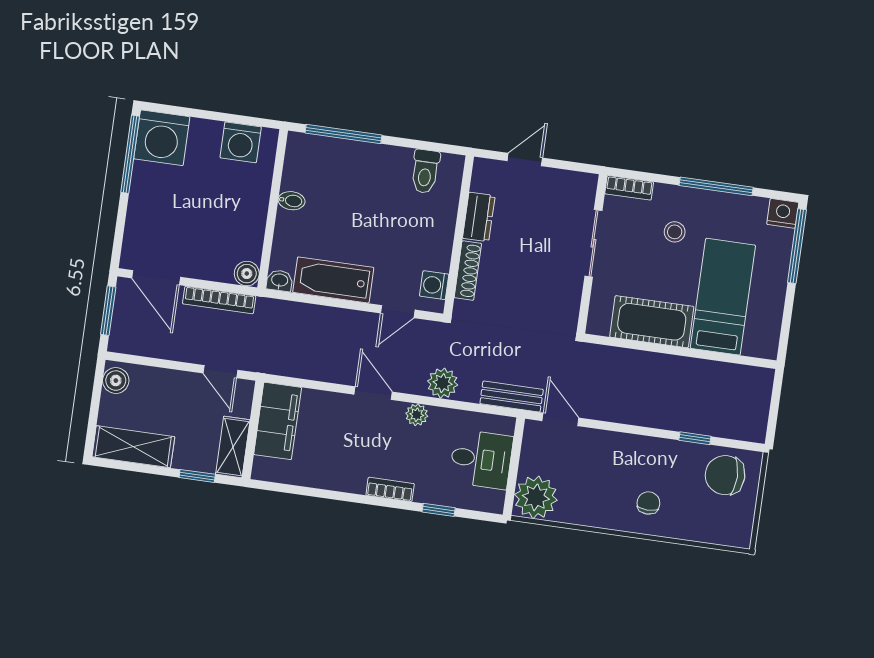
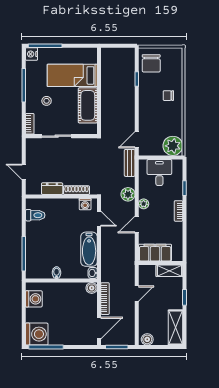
filing cabinet: (278, 421) -> (155, 253), moved
wall: (253, 430) -> (161, 263), moved
shelving: (233, 447) -> (169, 271), moved

